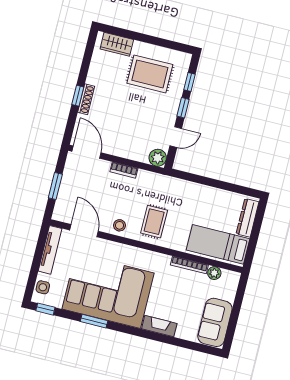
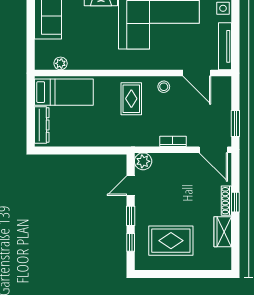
wardrobe: (117, 44) -> (223, 232), moved, turned -90
window: (55, 186) -> (235, 123), moved
bookcase: (189, 265) -> (87, 65), removed

